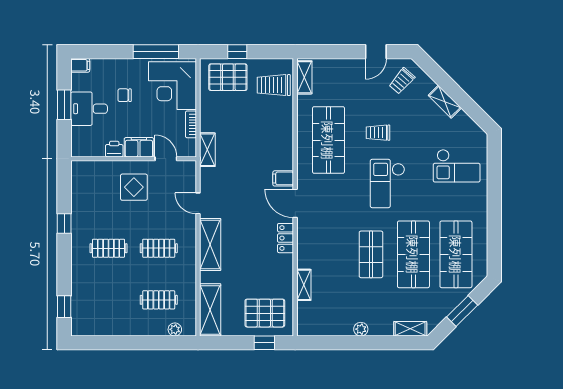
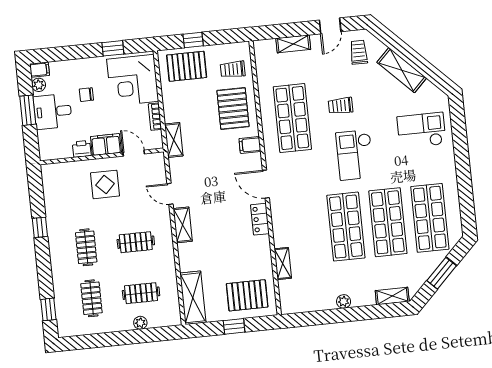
window: (156, 52) -> (113, 48), width x0.46
shelving: (304, 77) -> (293, 44), moved, turned 90
plant: (78, 80) -> (39, 85), added
trolley: (402, 81) -> (359, 52), turned 139
trolley: (274, 85) -> (233, 69), width x0.73, depth x0.72
shelving: (445, 102) -> (402, 70), width x1.50, depth x1.33
pallet: (270, 124) -> (233, 108), added
checkout: (457, 166) -> (421, 130), turned 180
filing cabinet: (283, 178) -> (250, 145), moved
shelving: (210, 244) -> (183, 225), width x0.67, depth x0.75
clothes rail: (108, 248) -> (86, 247), turned 90
shop shelf: (371, 254) -> (346, 227), width x1.43, depth x1.36
clothes rail: (108, 300) -> (91, 298), added
plant: (175, 329) -> (140, 323), moved
window: (264, 343) -> (234, 326), moved

